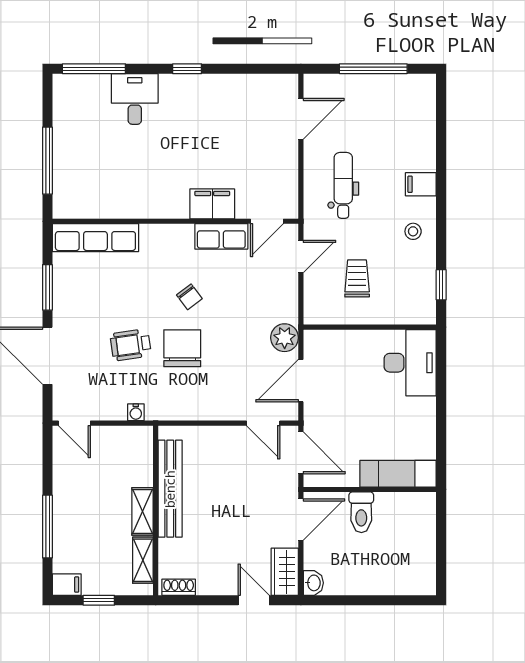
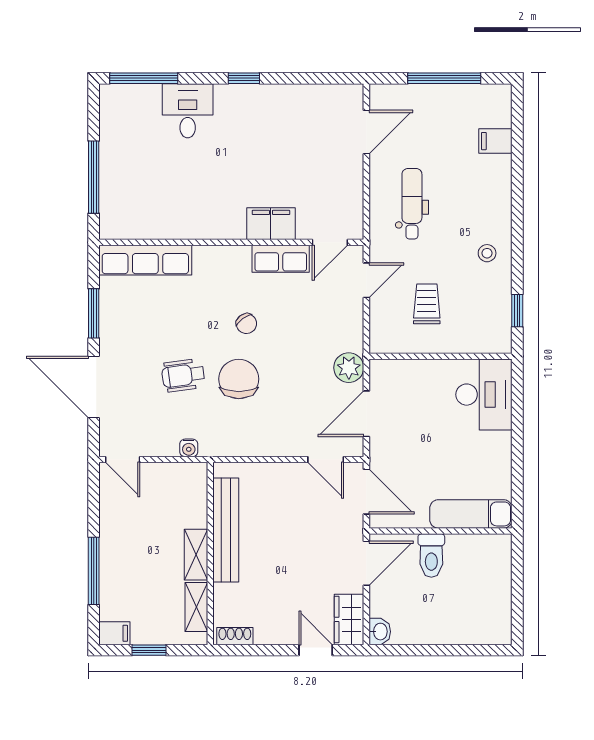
filing cabinet: (421, 184) -> (495, 141), moved

